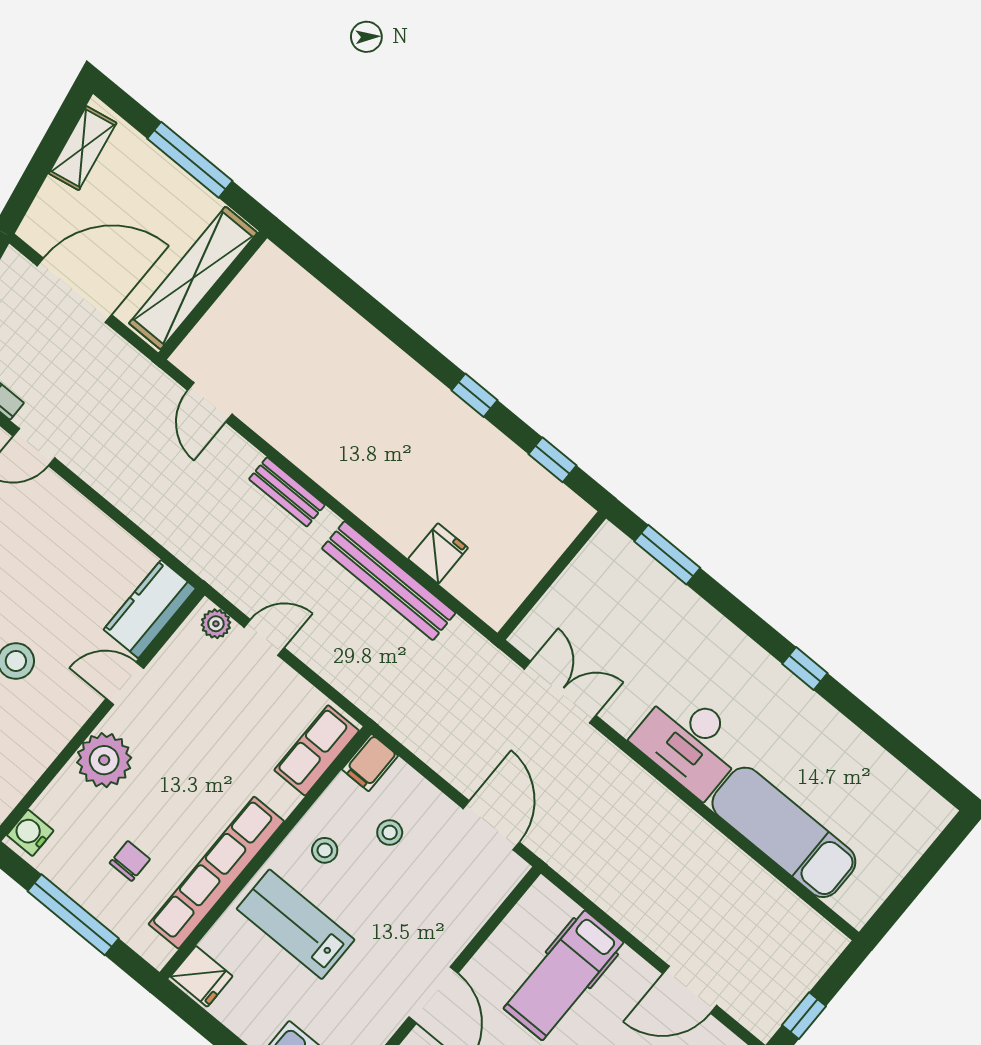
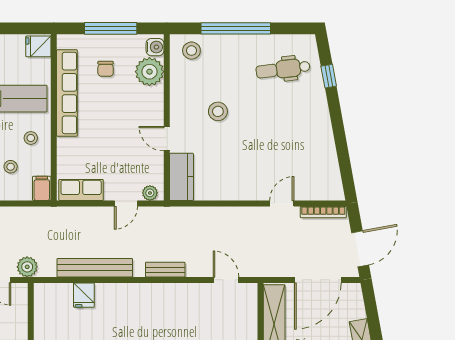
plant: (487, 664) -> (27, 267), added
door: (125, 683) -> (167, 139), swing flipped
row of seats: (317, 750) -> (81, 190), moved, turned -90
plant: (104, 760) -> (149, 72), moved

